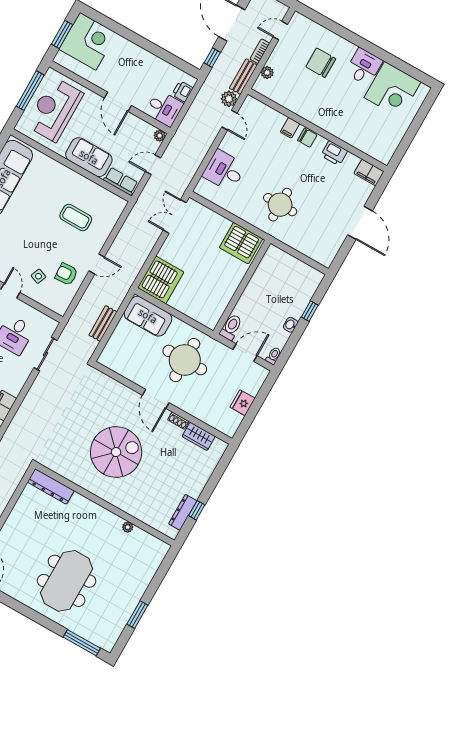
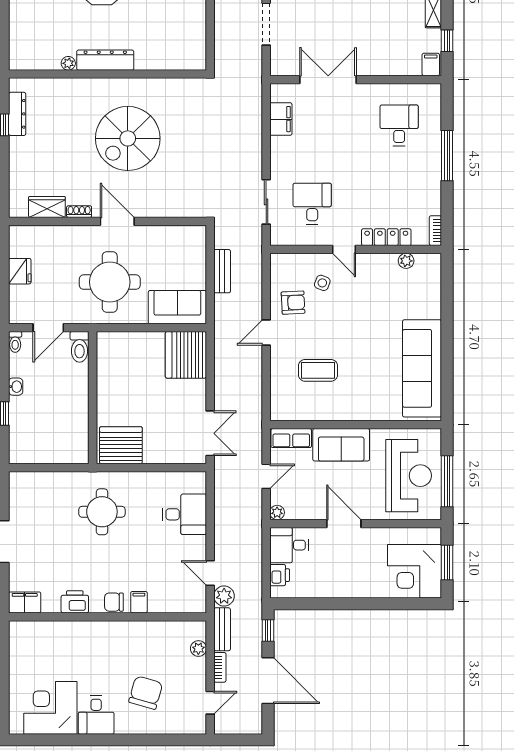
chair: (321, 63) -> (146, 693), turned -74
dresser: (51, 486) -> (105, 60), moved

